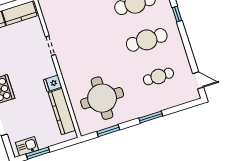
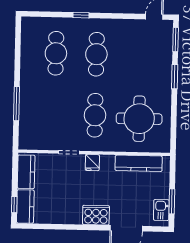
cafe table: (158, 77) -> (95, 115), moved, width x1.37, depth x1.35
fridge: (53, 83) -> (92, 163), moved
window: (108, 131) -> (176, 40), moved

